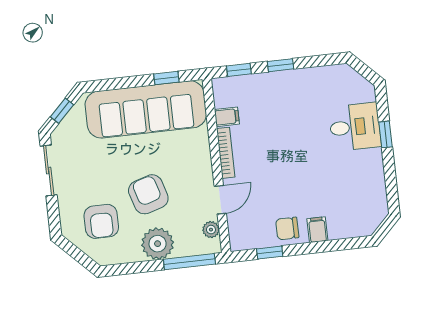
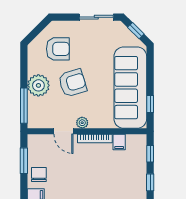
armchair: (101, 221) -> (58, 49), turned 180
plant: (211, 230) -> (82, 123), moved
window: (270, 253) -> (24, 161), width x1.50

